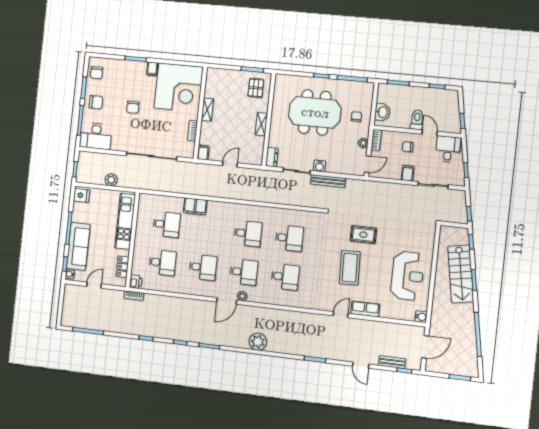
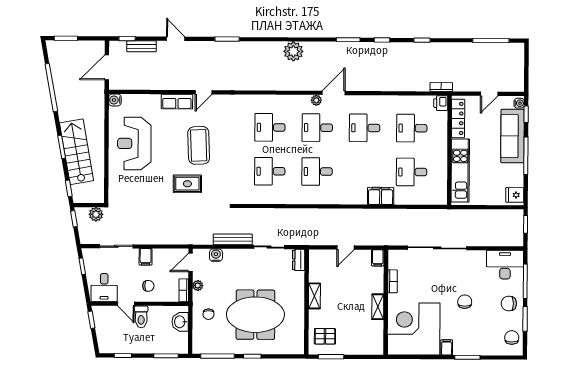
pallet: (256, 88) -> (325, 336), turned 90
water cooler: (319, 166) -> (216, 255), moved
plant: (111, 180) -> (96, 214), moved
locker: (122, 267) -> (458, 118), width x1.53

